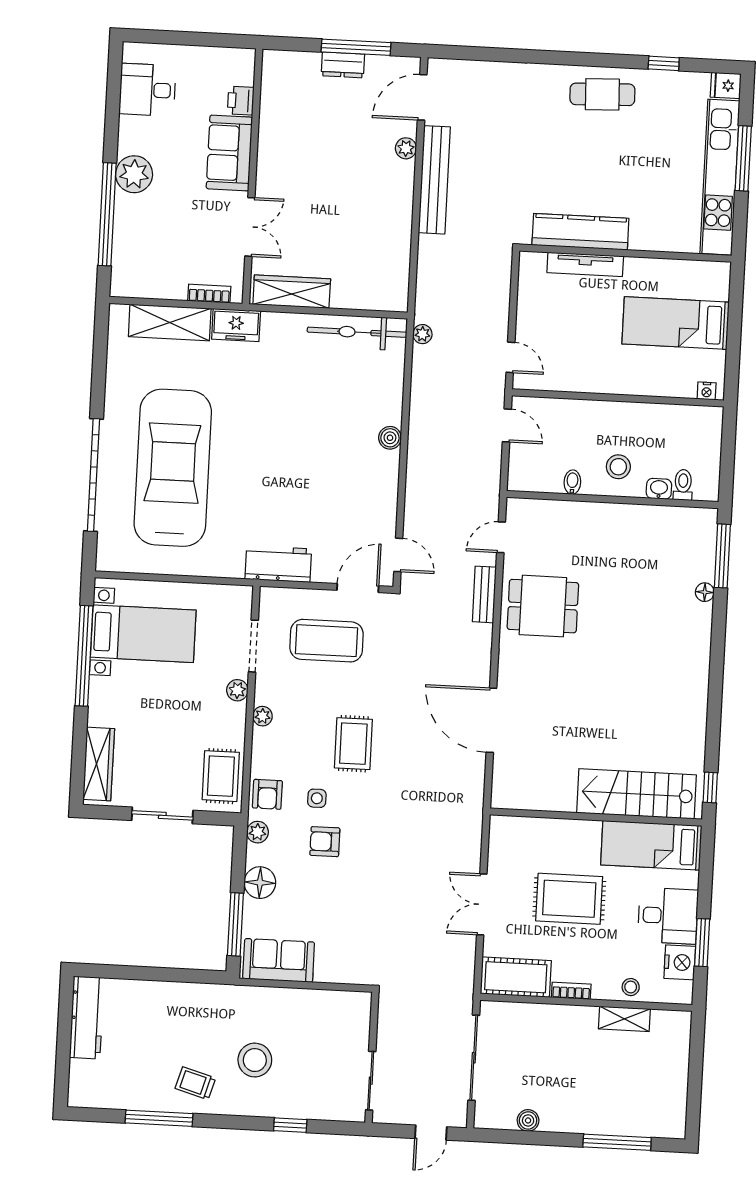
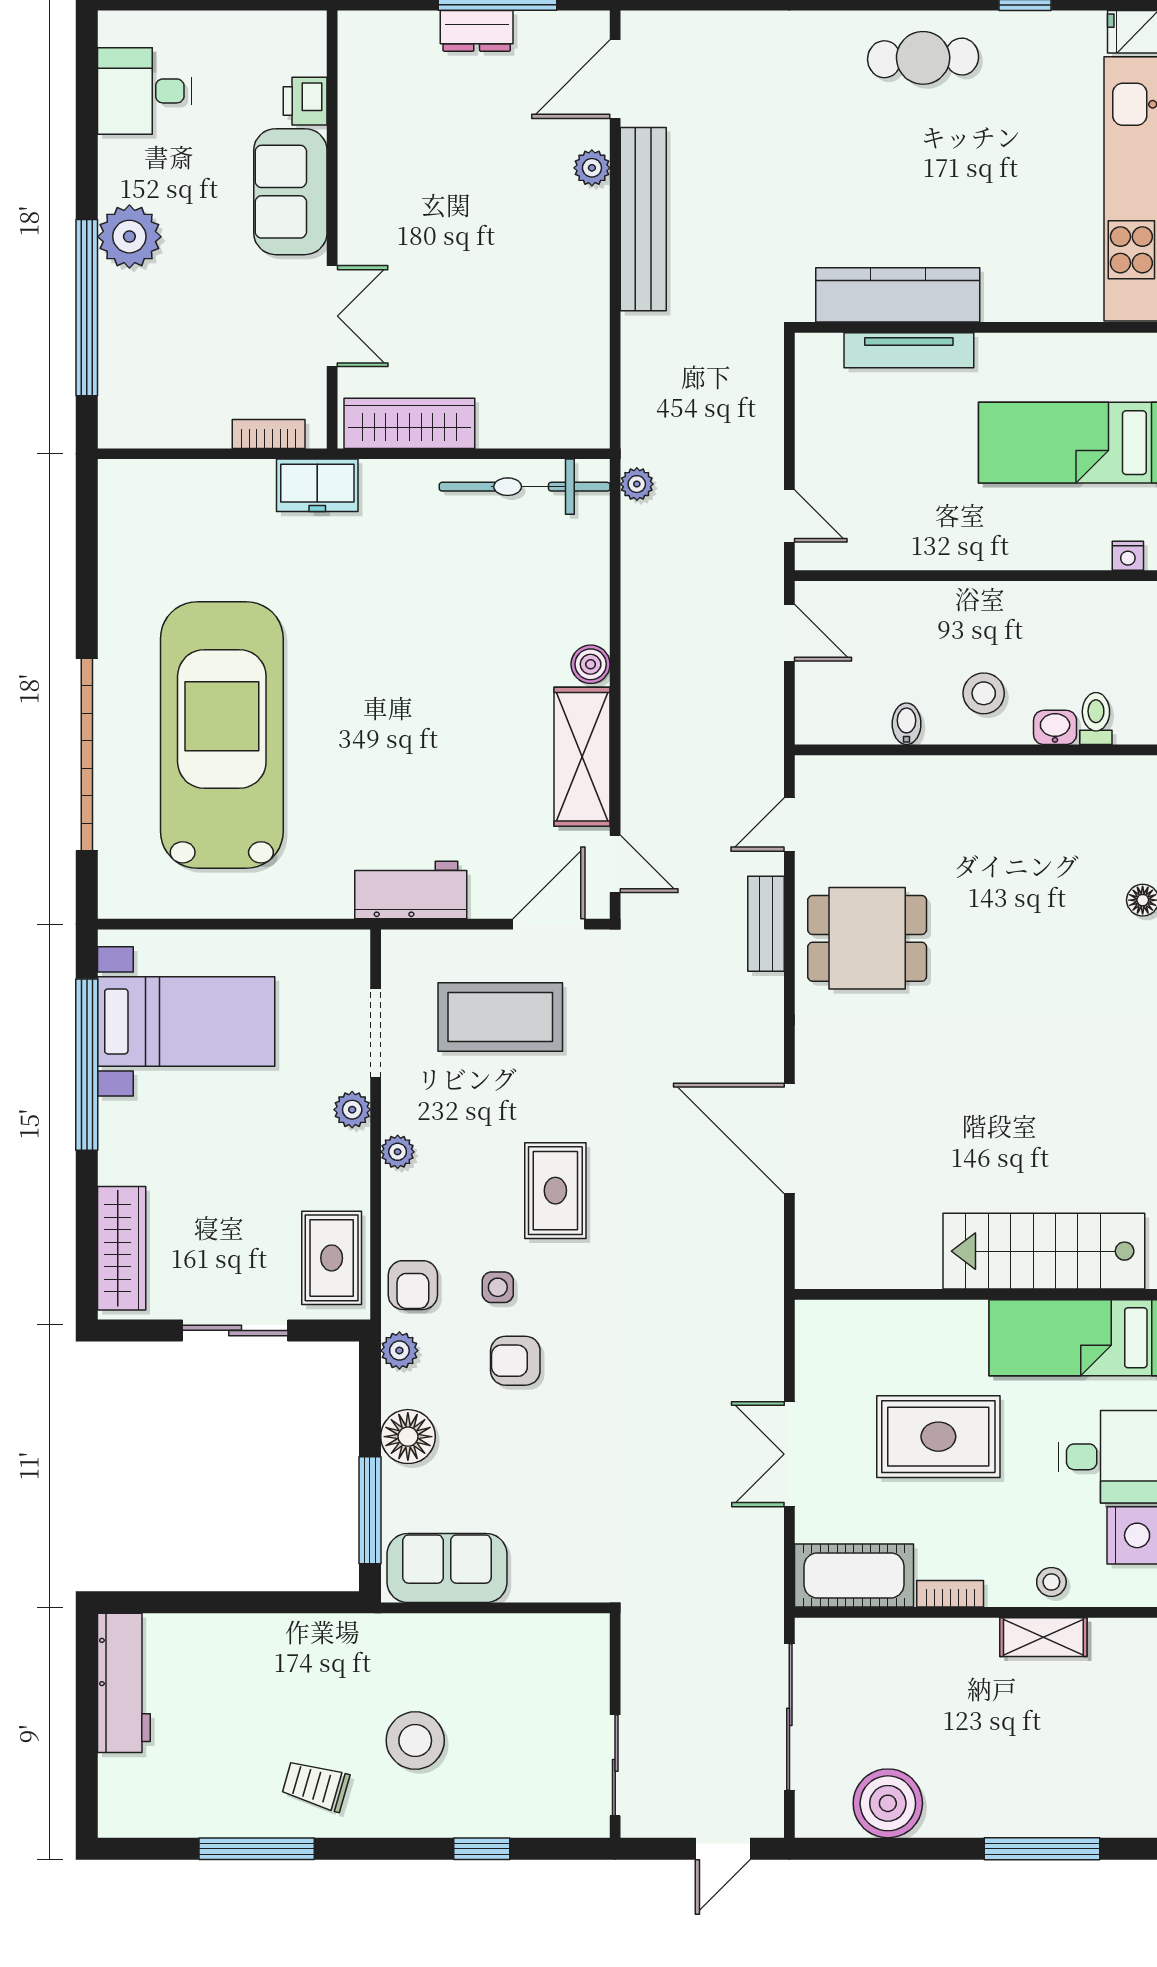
shelving: (170, 322) -> (582, 757), moved, turned 90
boiler: (528, 1120) -> (888, 1803), width x1.86, depth x1.86

